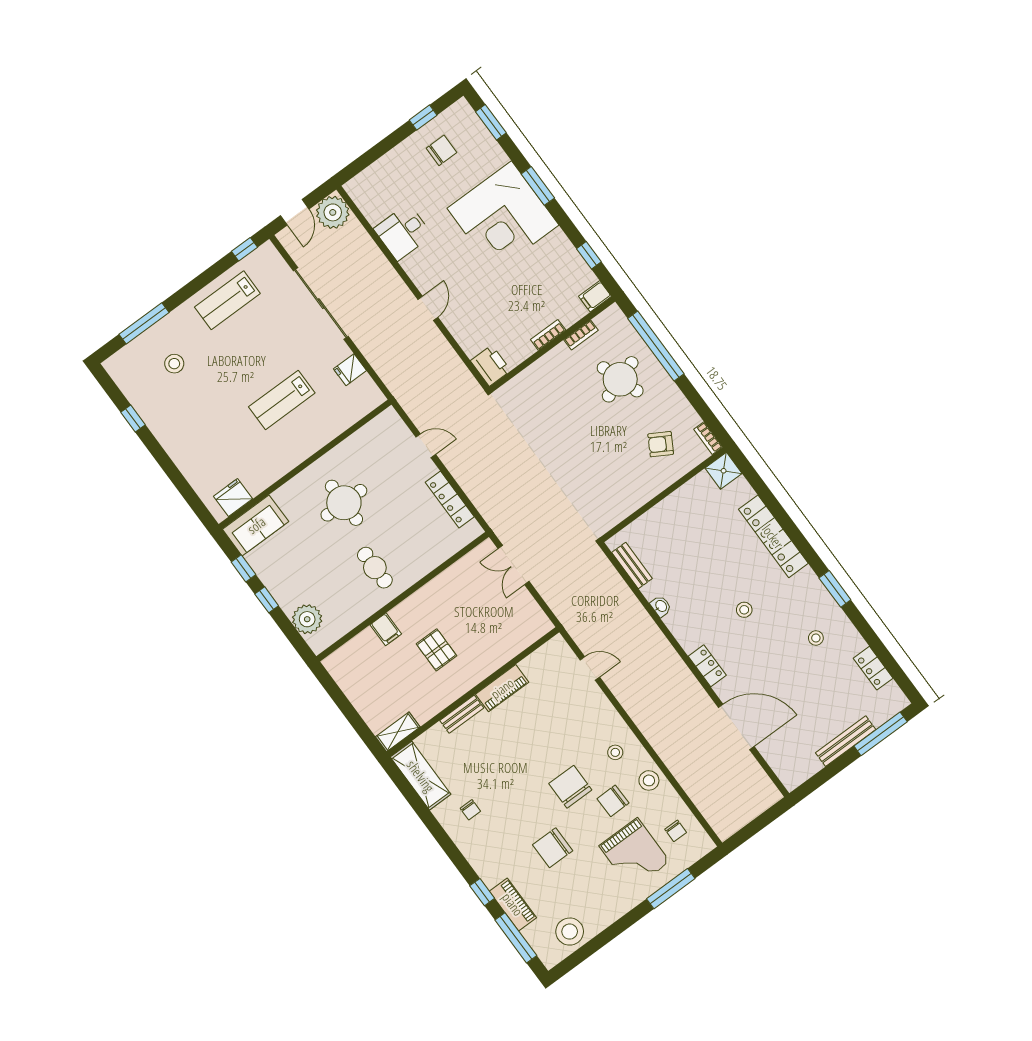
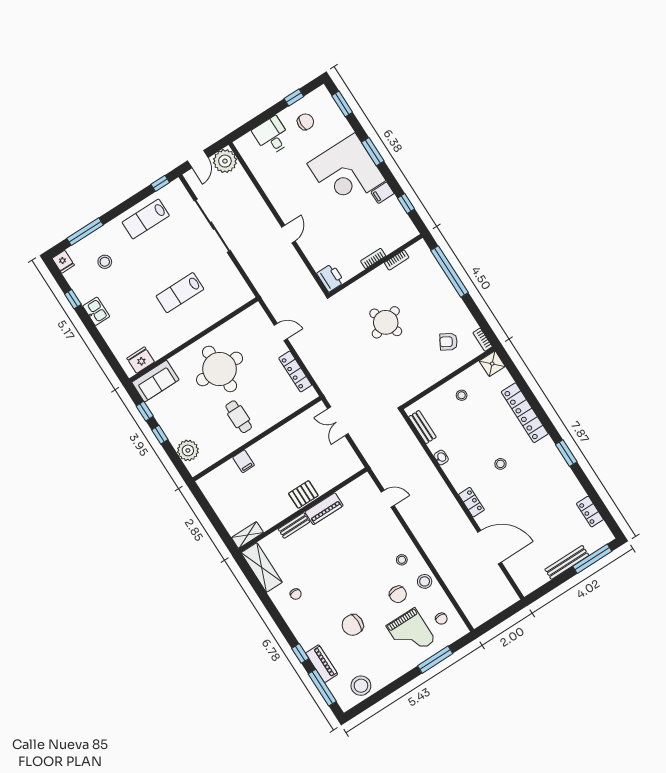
desk: (403, 232) -> (272, 136), moved, turned 90
filing cabinet: (595, 296) -> (383, 193), moved
fridge: (350, 370) -> (63, 262), moved, turned -90
round table: (620, 379) -> (386, 322), moved
kitchen sink: (167, 434) -> (96, 311), added
round table: (344, 503) -> (220, 369), width x1.36, depth x1.36
stool: (816, 638) -> (462, 395), moved
pallet: (437, 650) -> (303, 494), moved, turned 90
chair: (570, 787) -> (368, 582), removed
chair: (613, 801) -> (398, 594), turned -89

